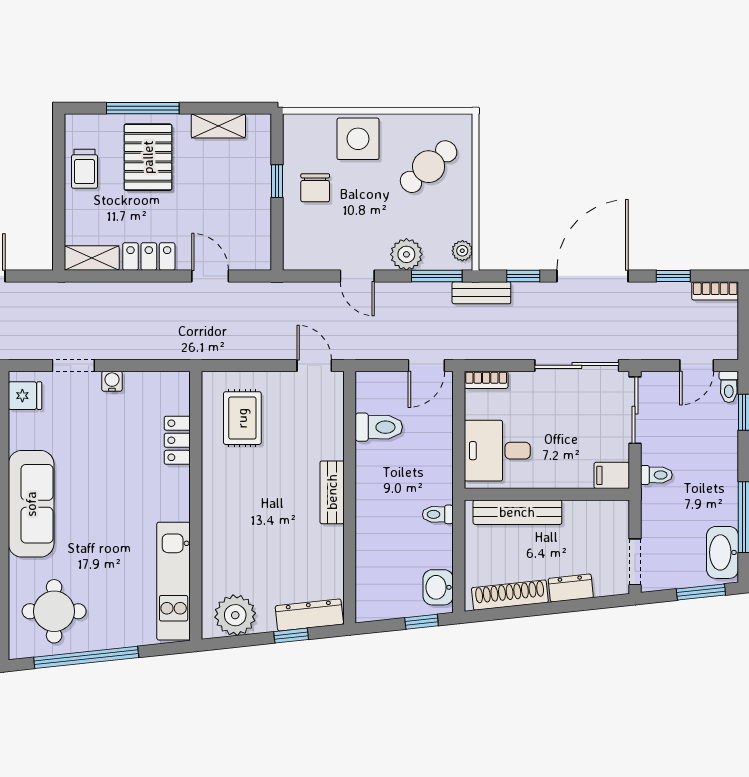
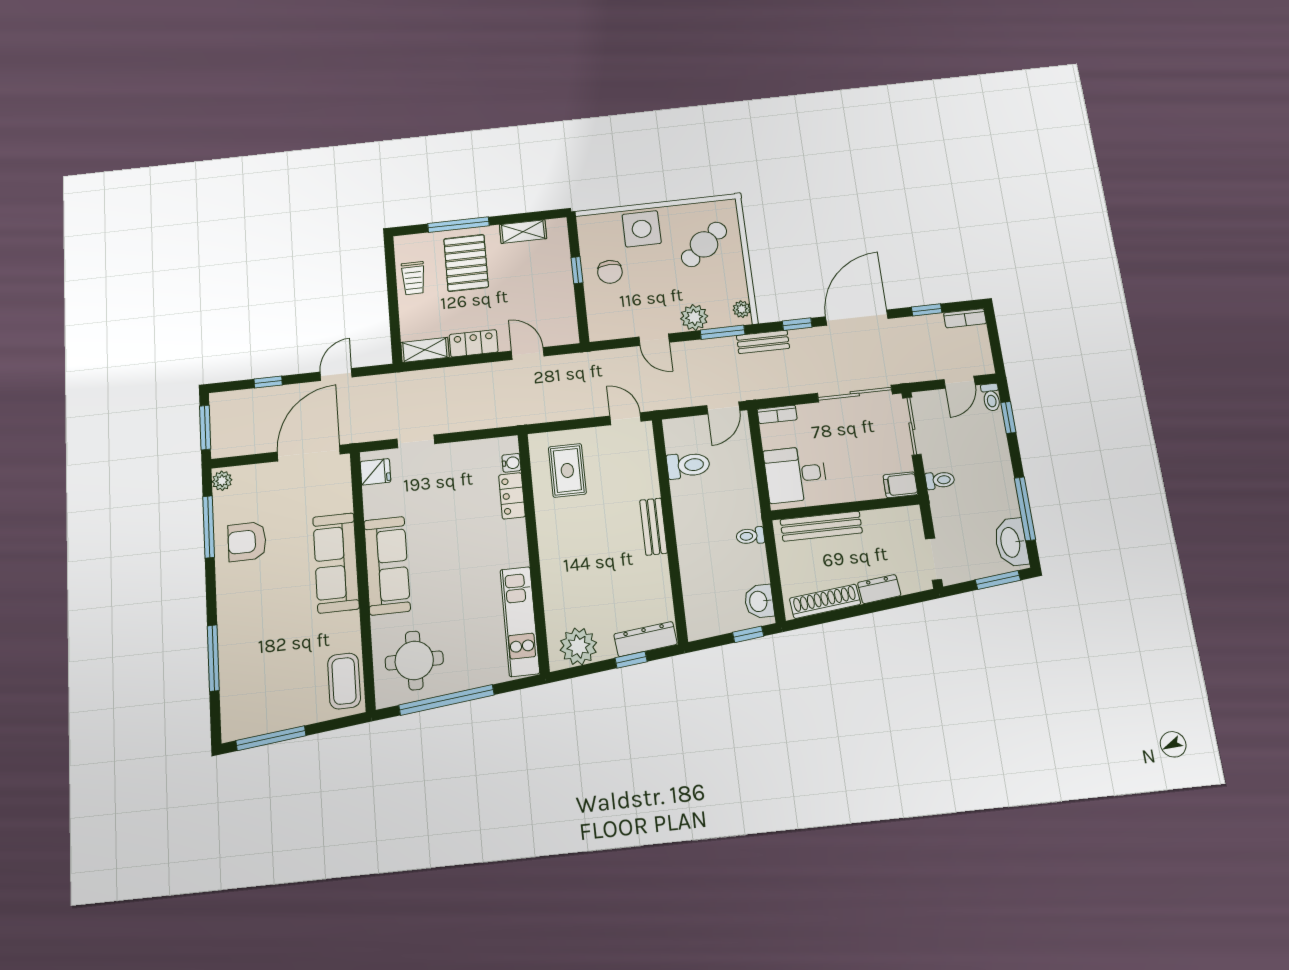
water cooler: (112, 381) -> (511, 463), moved, turned 90

